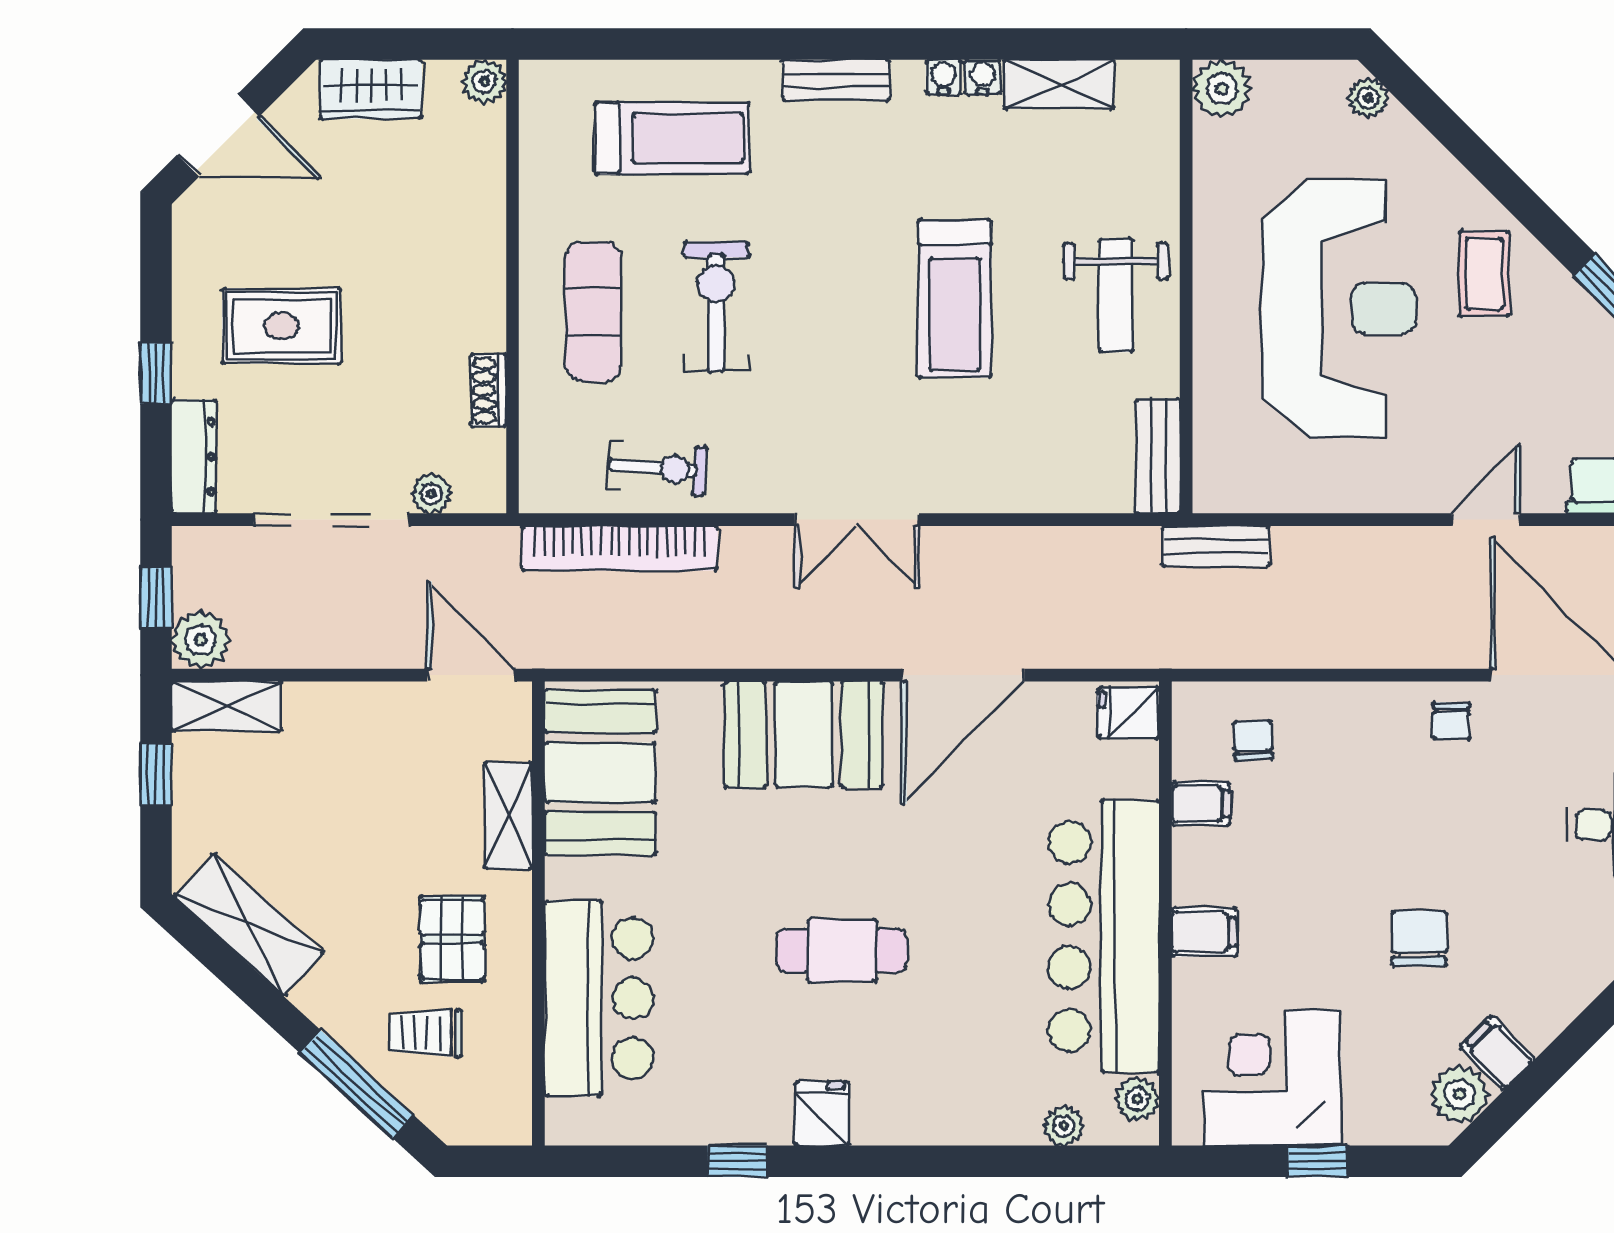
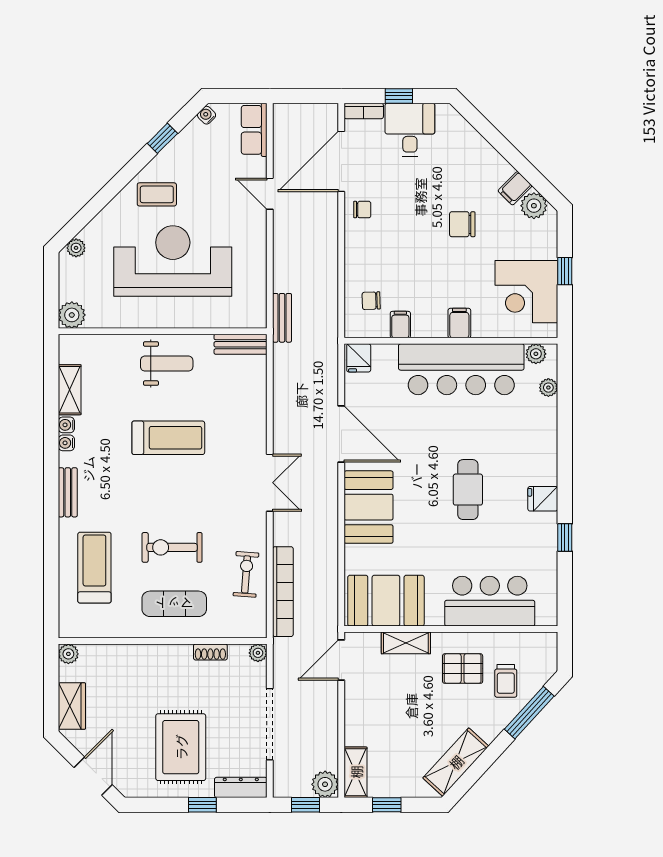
rug: (281, 326) -> (181, 747), width x1.36, depth x1.43
plant: (431, 494) -> (258, 653), moved

